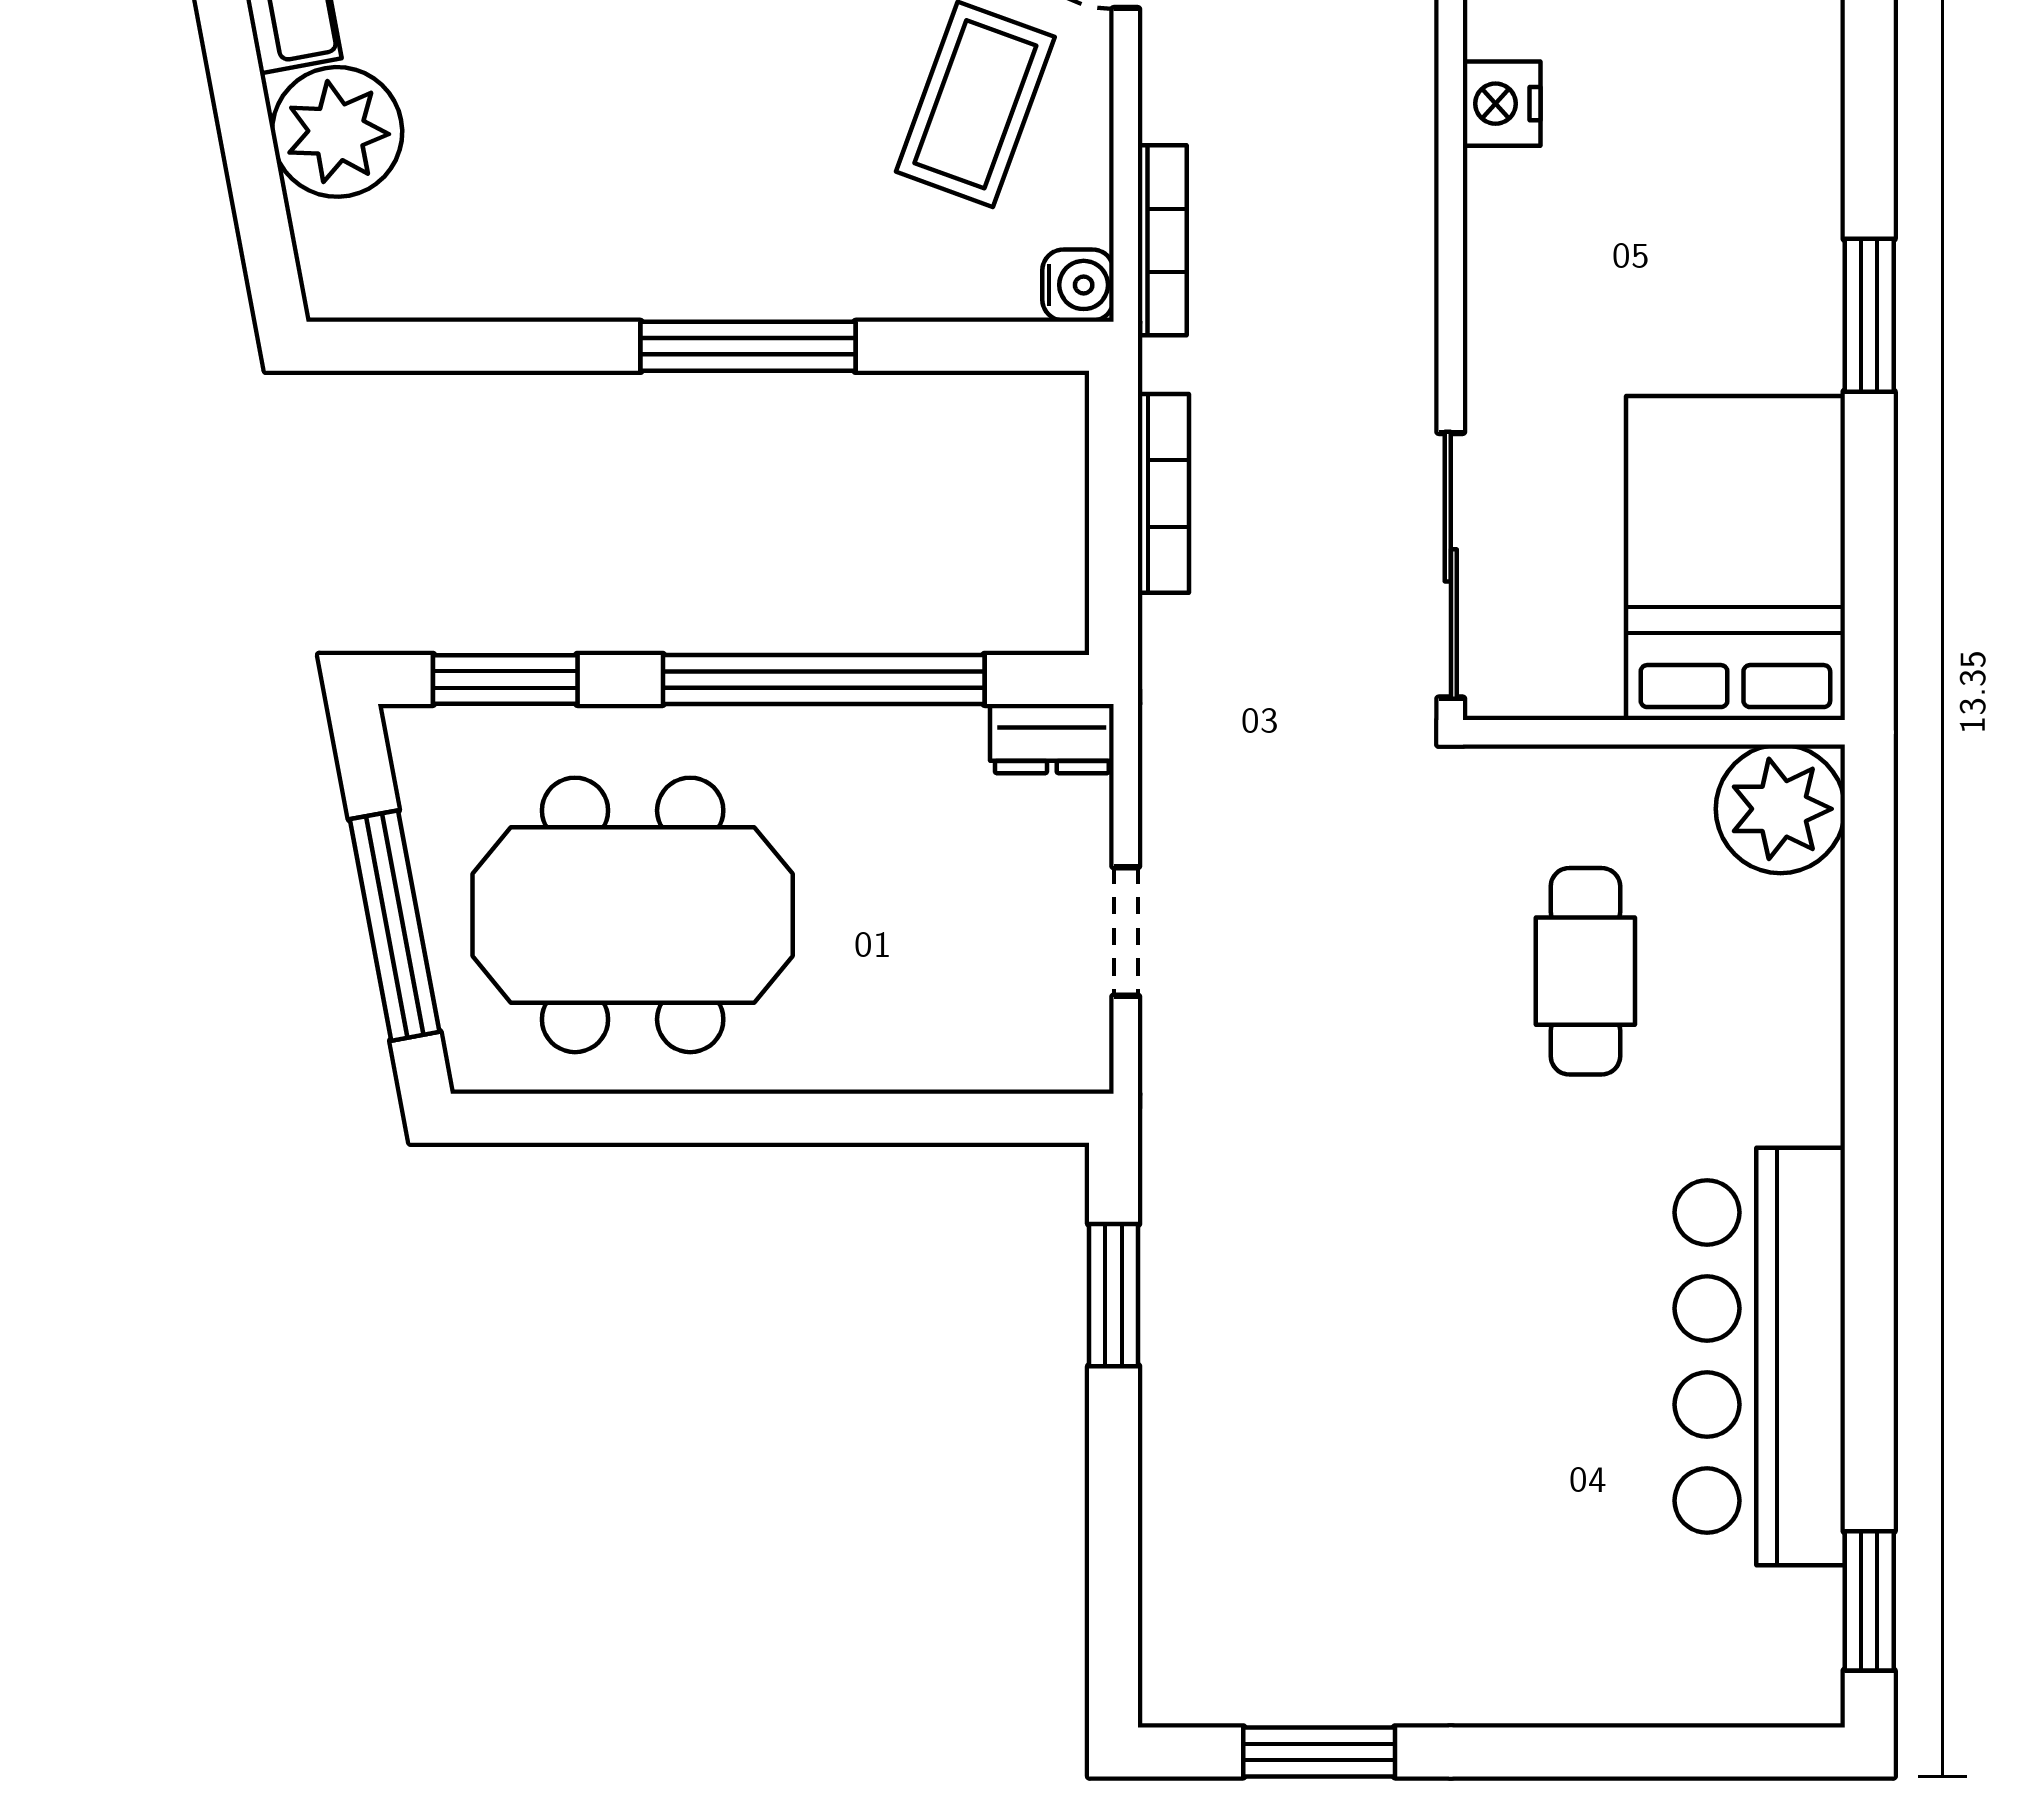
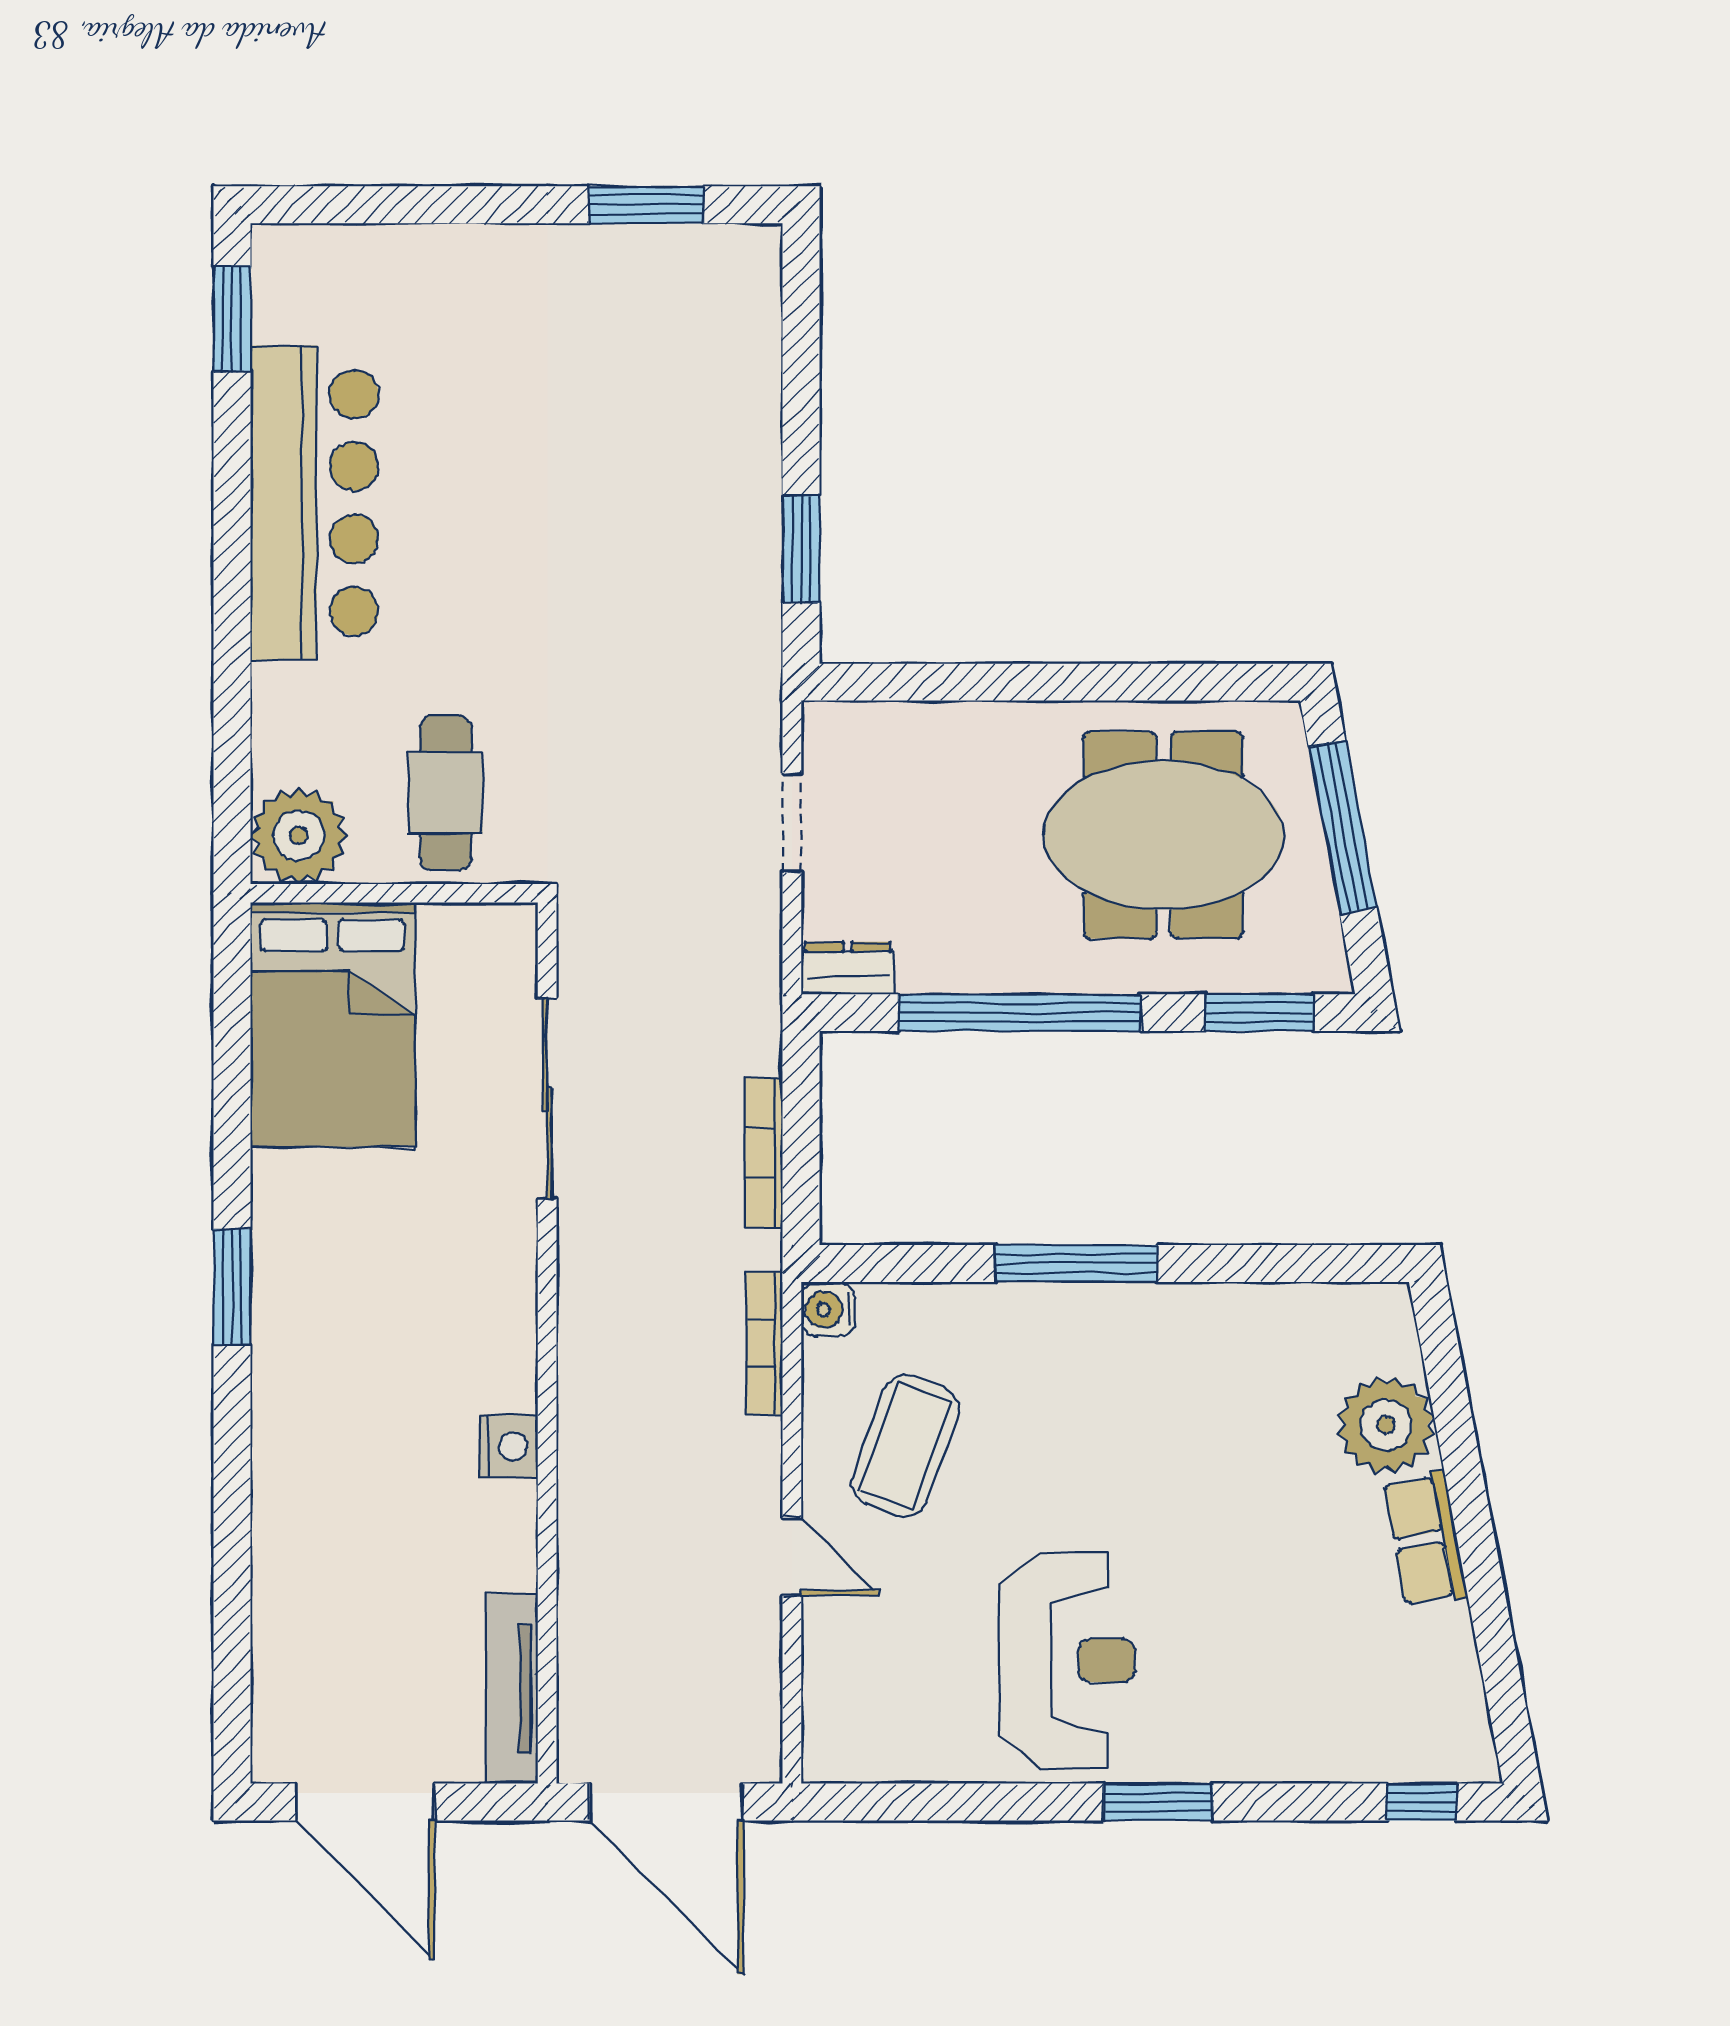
bed: (1735, 558) -> (333, 1025), moved
wall: (1654, 732) -> (394, 893), moved
plant: (1780, 809) -> (299, 836), moved

